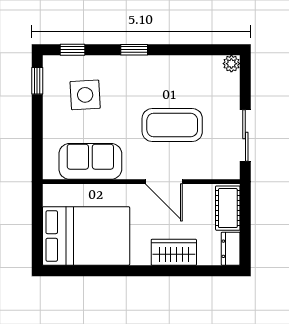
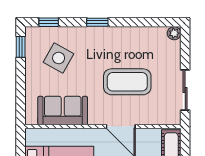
side table: (85, 95) -> (59, 58), turned 32

